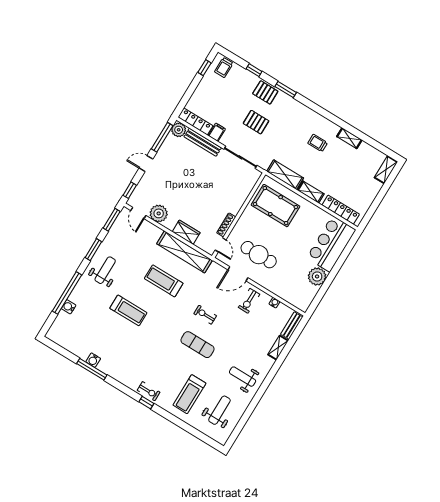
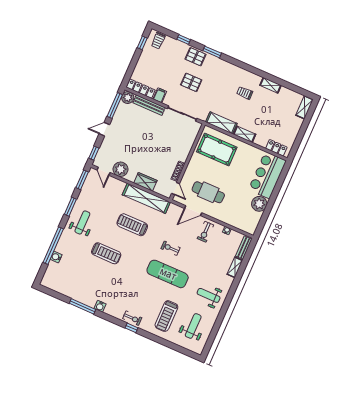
locker: (341, 210) -> (276, 148), width x0.66
exercise mat: (198, 345) -> (168, 274), width x1.36, depth x1.45
water cooler: (93, 360) -> (100, 306), moved

